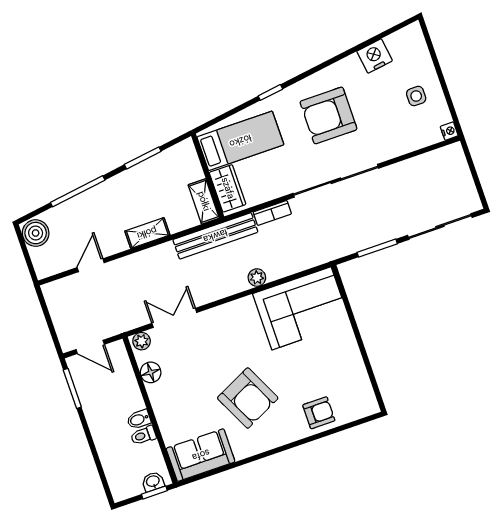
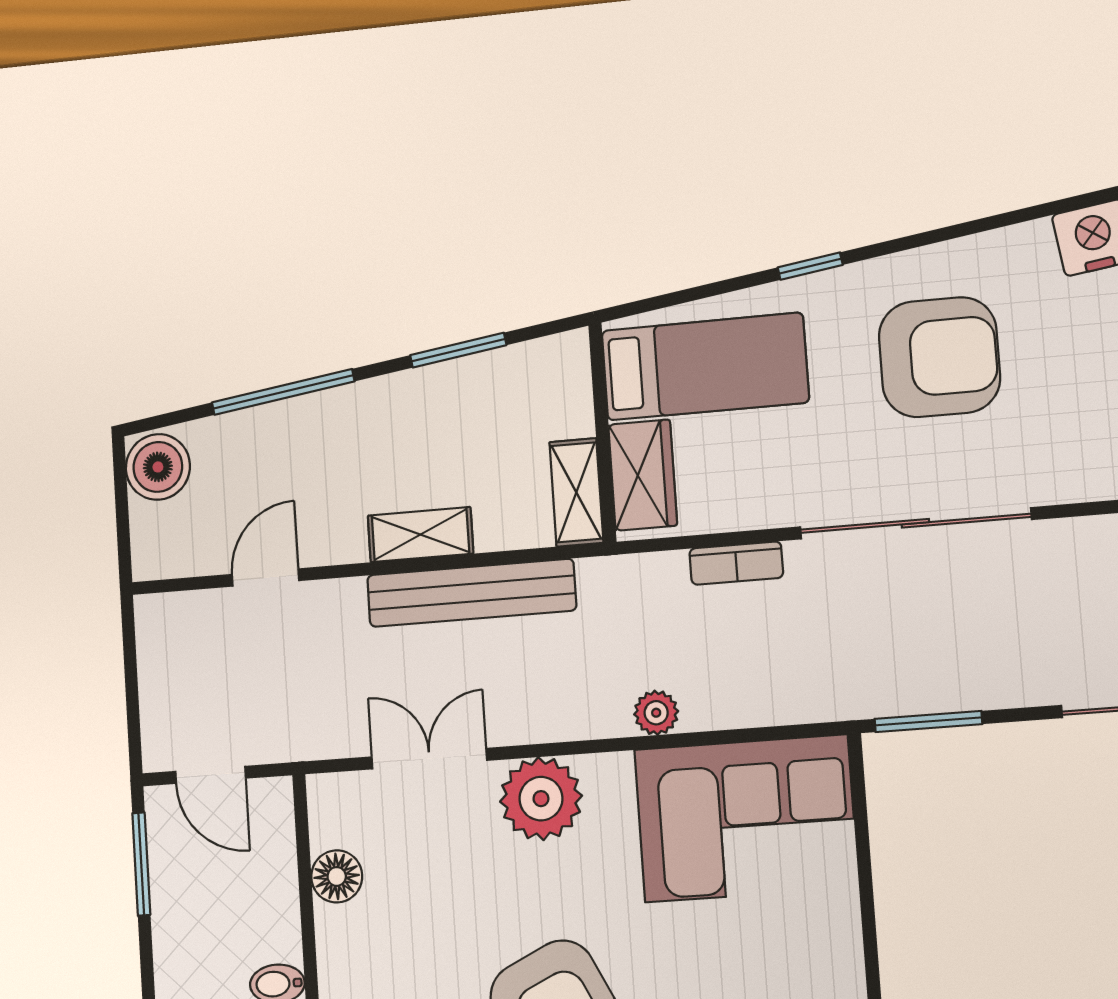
armchair: (328, 115) -> (939, 357), turned 180
bench: (215, 236) -> (471, 593), moved
window: (377, 248) -> (928, 721), moved
plant: (142, 341) -> (541, 799), moved, width x1.87, depth x1.87

